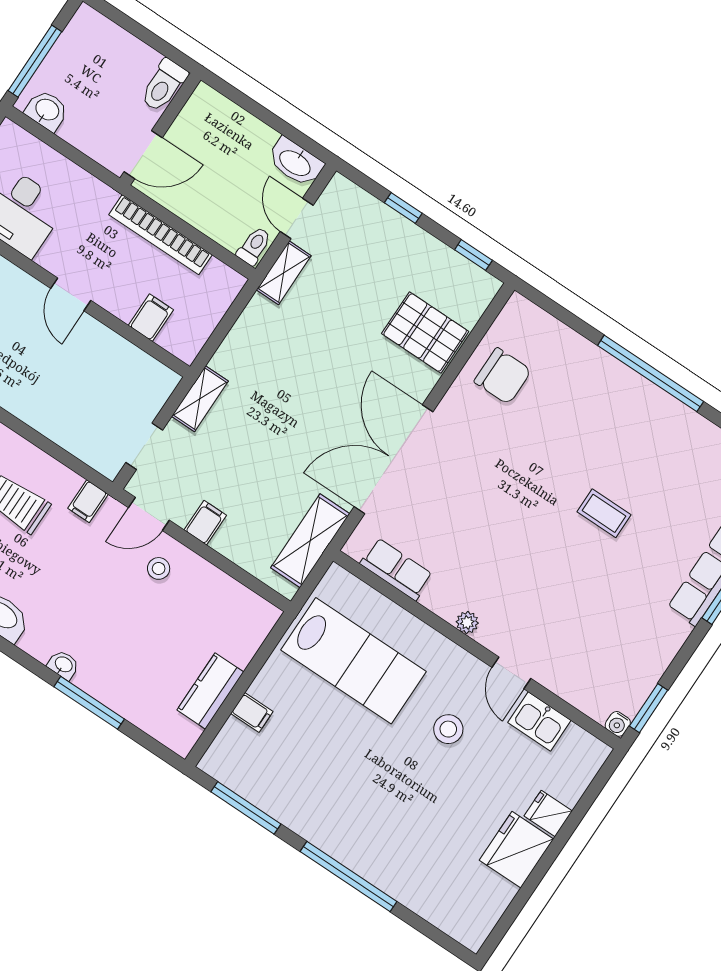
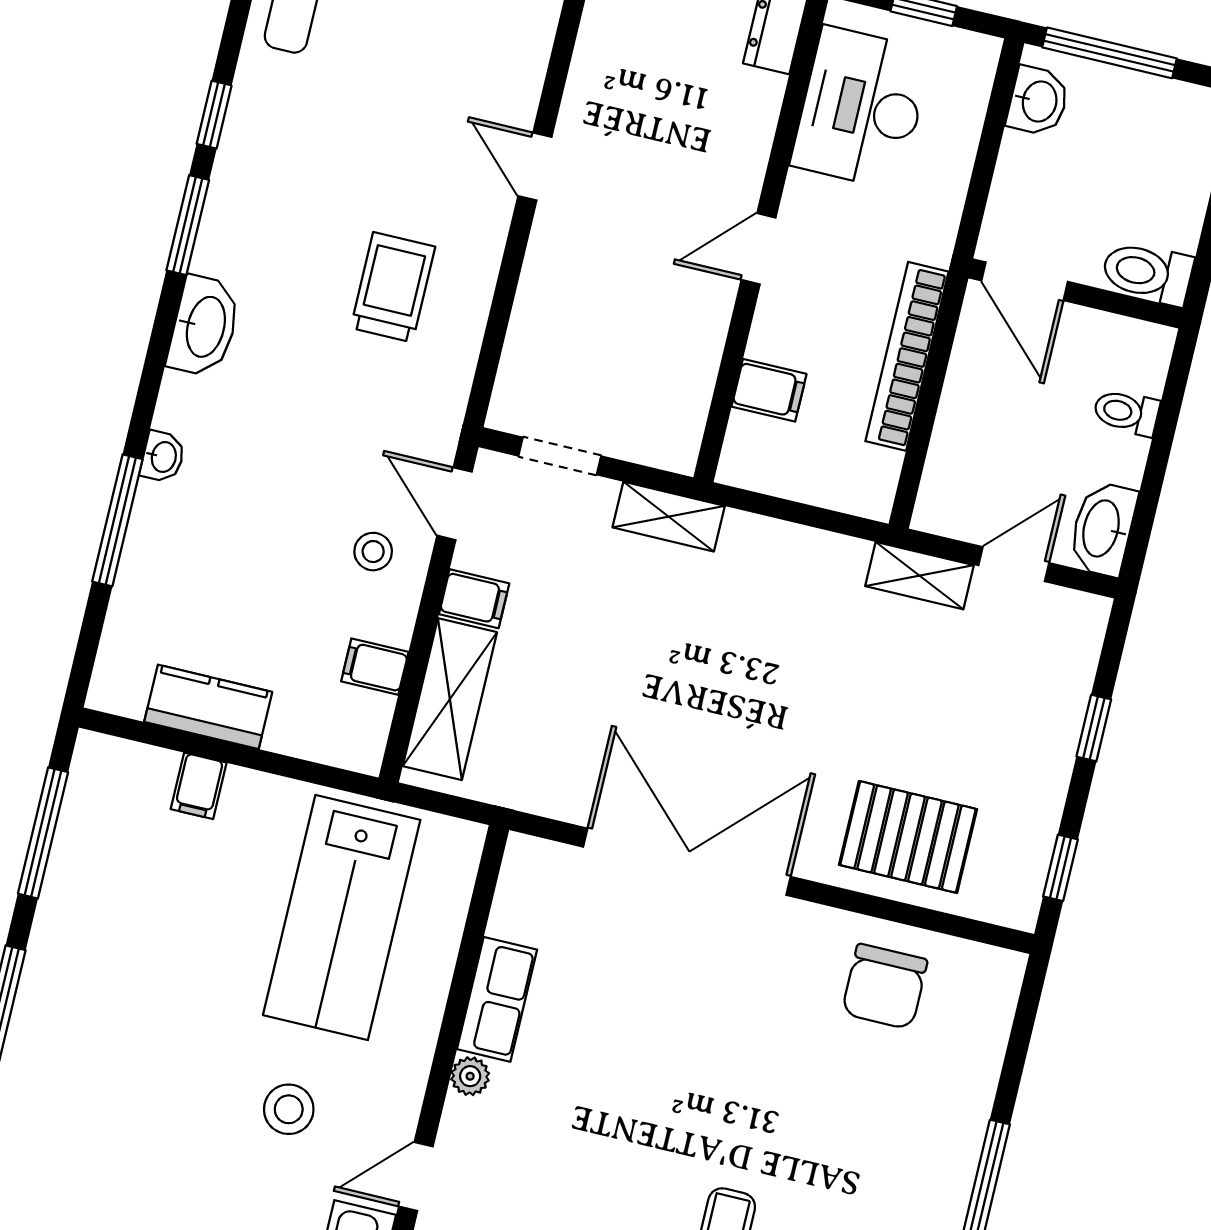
toilet: (254, 246) -> (1126, 412), moved, turned 180
pallet: (425, 333) -> (908, 837), turned 90
filing cabinet: (88, 501) -> (375, 667), moved
shelving: (310, 541) -> (450, 699), moved, turned 90
row of seats: (396, 569) -> (497, 999), moved

